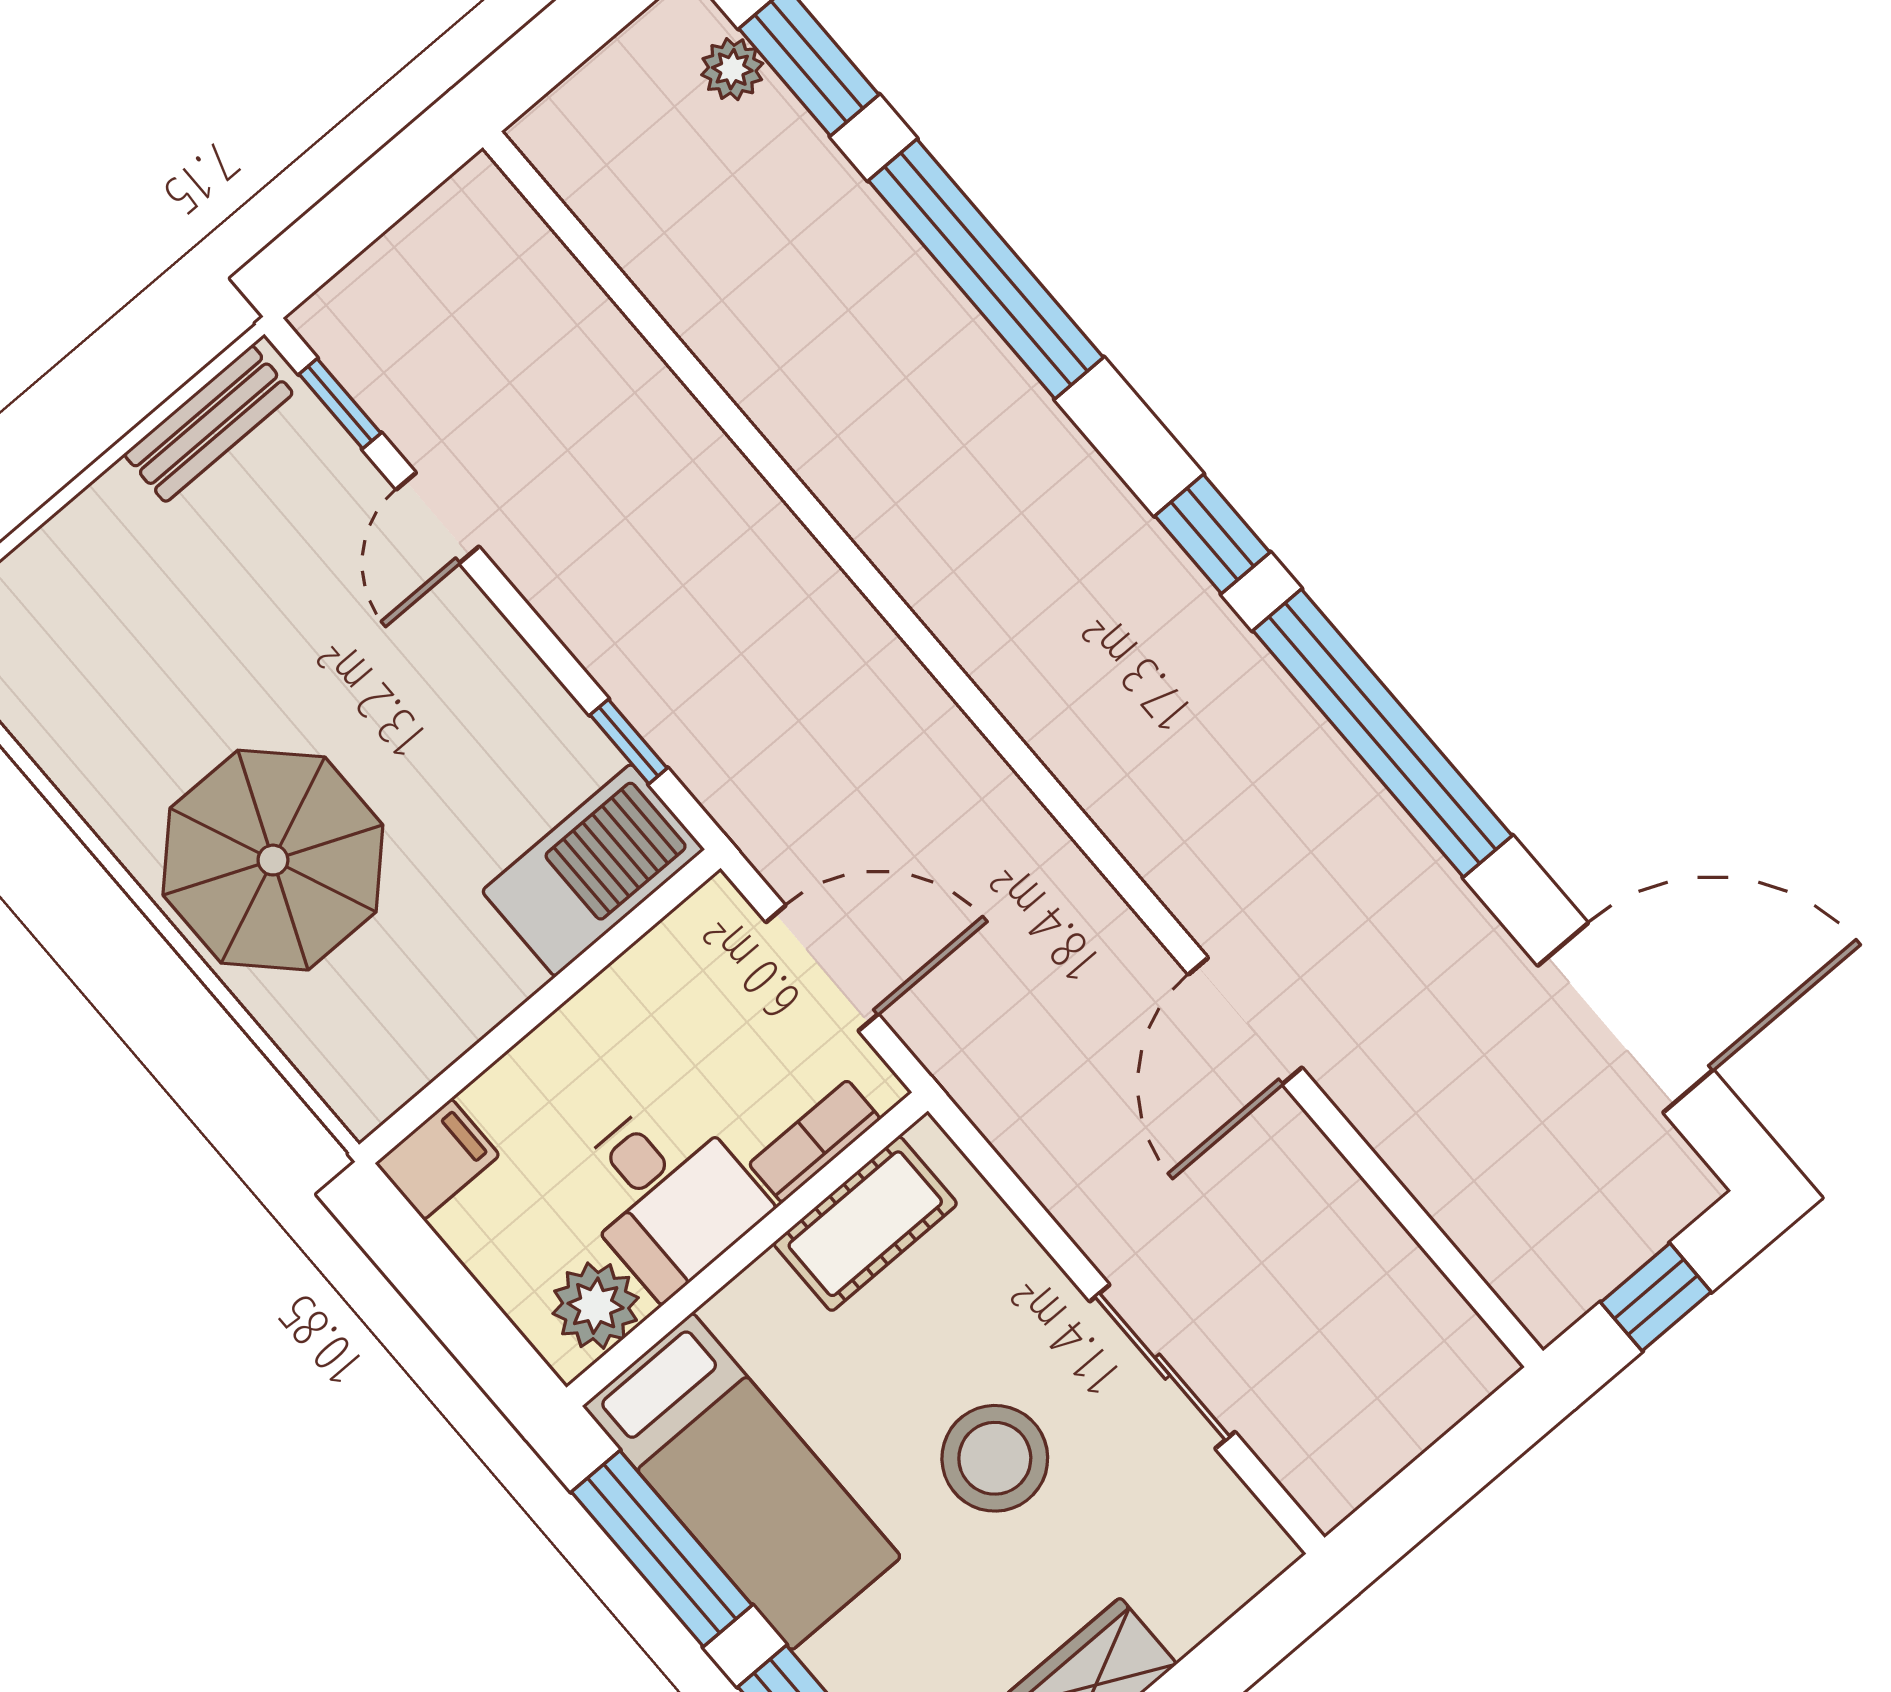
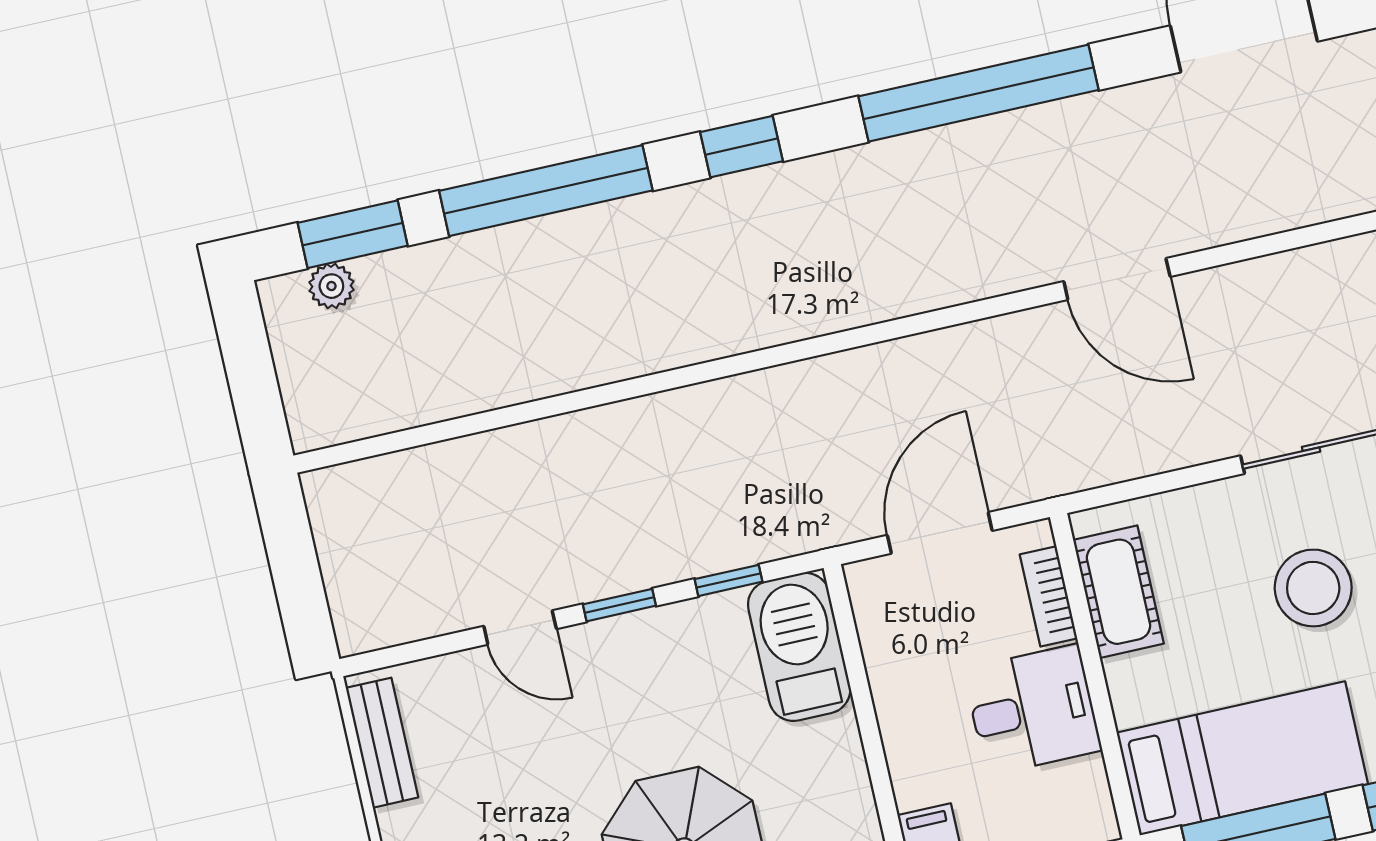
window: (340, 404) -> (619, 605), moved
window: (1212, 534) -> (741, 147), moved
plant: (596, 1306) -> (1080, 793), removed

